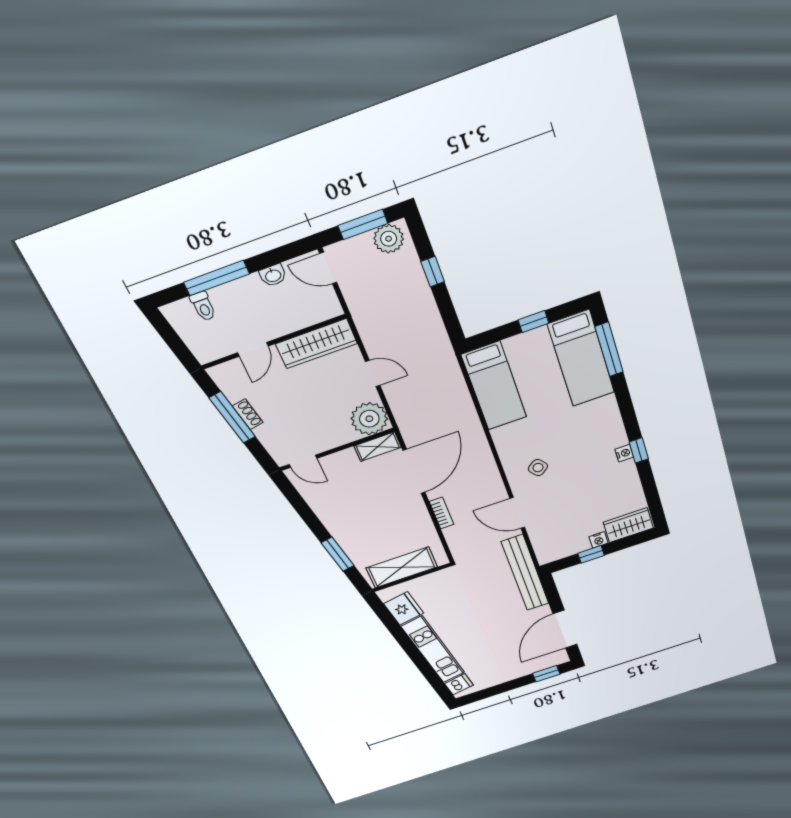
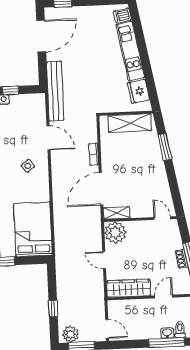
washbasin: (273, 275) -> (167, 333), moved
bed: (494, 386) -> (33, 229), width x1.50

